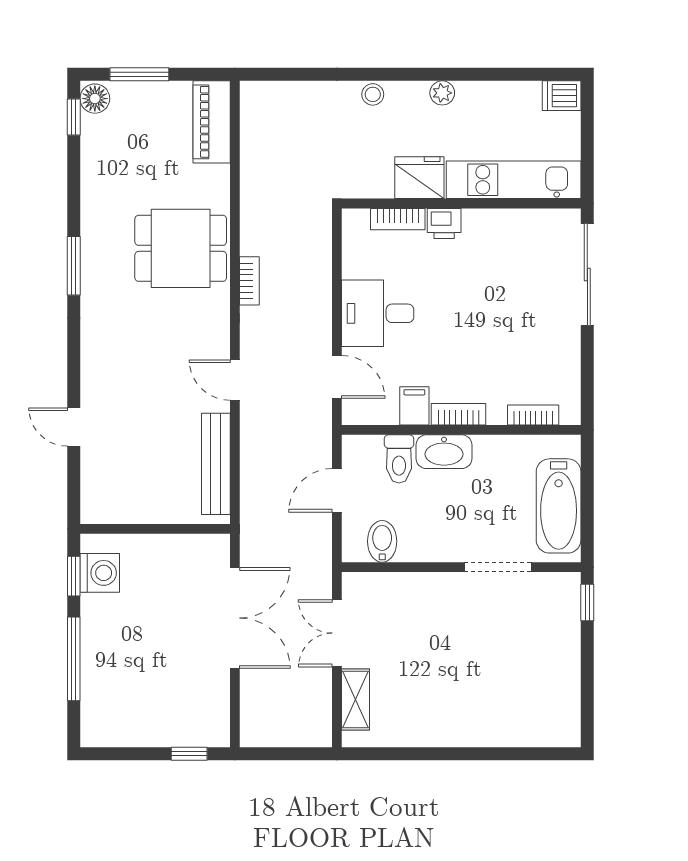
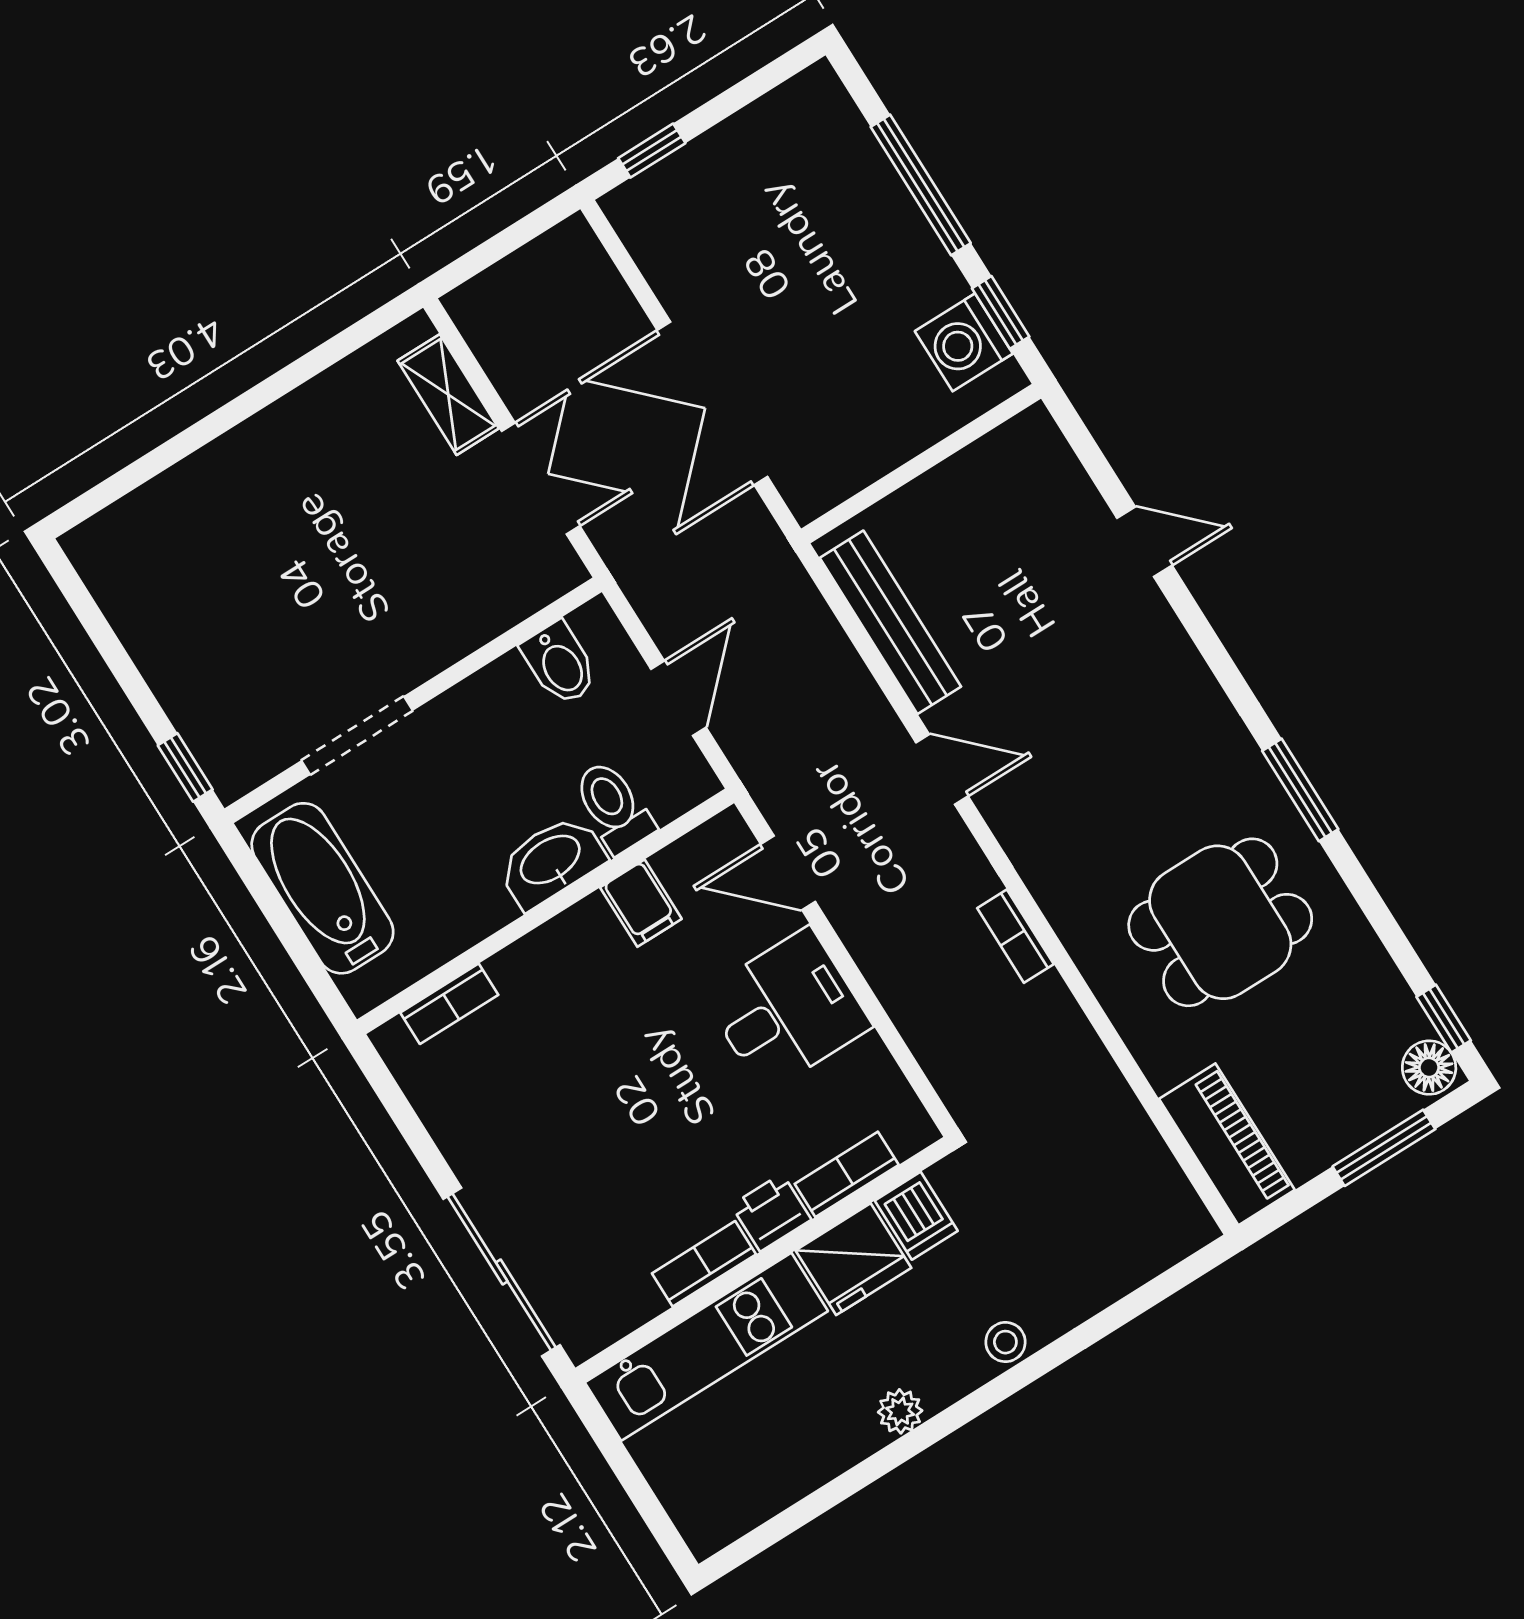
dishwasher: (562, 96) -> (916, 1216), moved, turned 90
dining table: (181, 248) -> (1220, 922), moved
bookcase: (459, 414) -> (704, 1264), moved, turned 180

